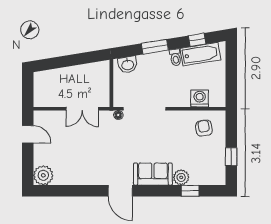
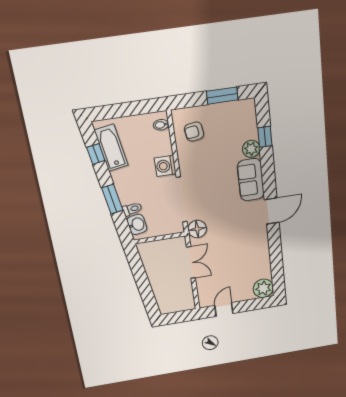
toilet: (175, 57) -> (132, 209), moved
washing machine: (200, 98) -> (165, 166), moved
bidet: (214, 100) -> (161, 125), added
floor lamp: (118, 115) -> (197, 229), width x1.89, depth x1.89
window: (231, 157) -> (222, 96), width x1.50

